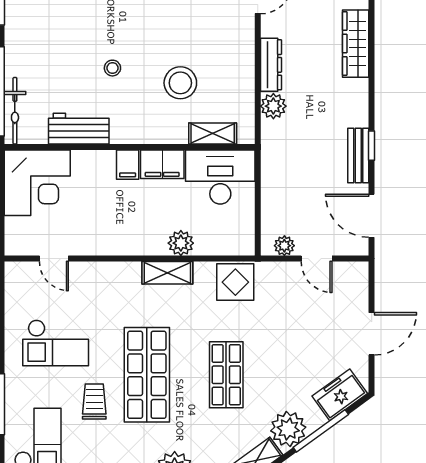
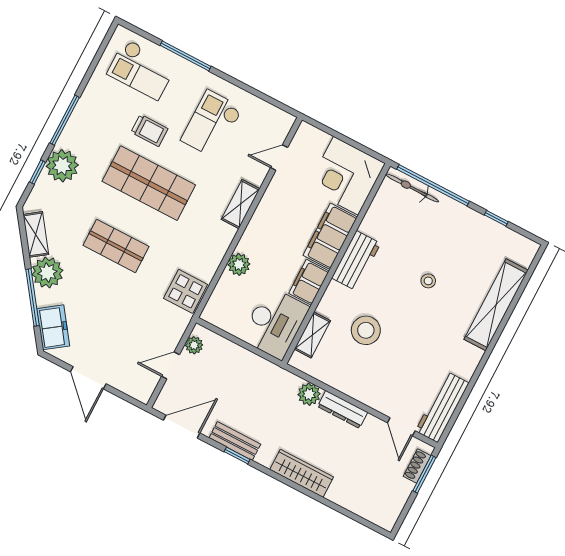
wardrobe: (356, 44) -> (302, 473), moved
stool: (112, 68) -> (428, 281), moved
workbench: (79, 129) -> (356, 261), moved
filing cabinet: (128, 165) -> (330, 236), width x3.00, depth x1.17
shelving: (167, 273) -> (241, 204), moved

